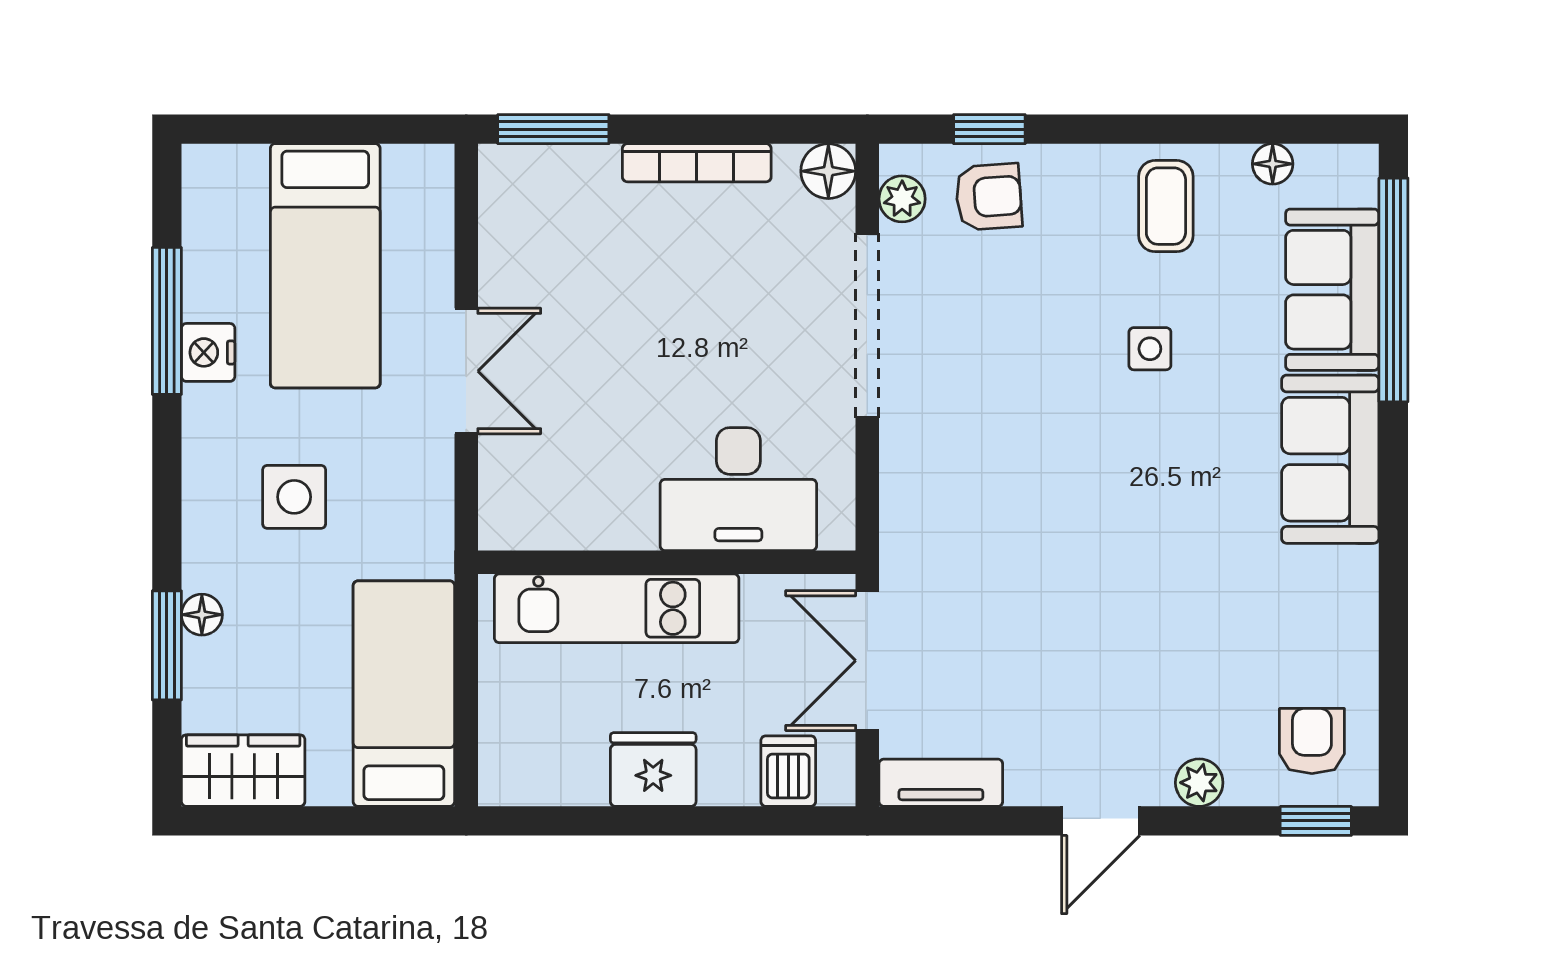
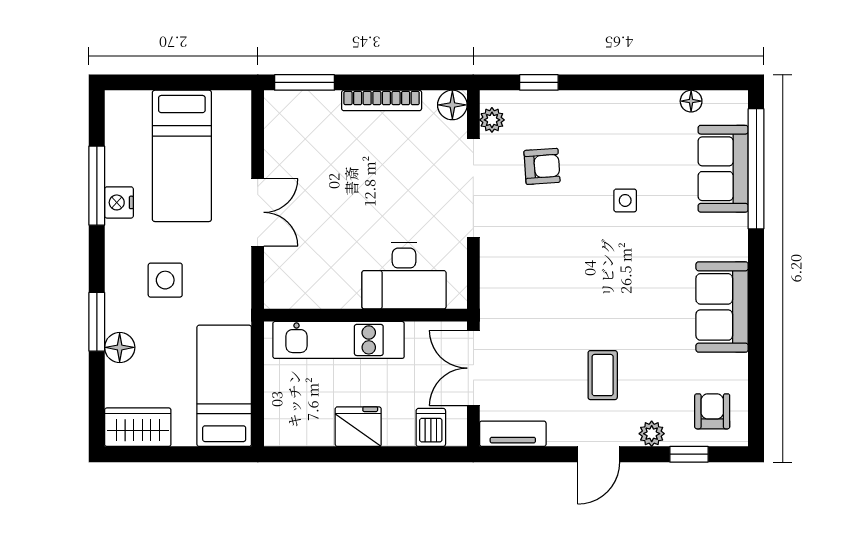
armchair: (989, 197) -> (542, 166), moved
coffee table: (1166, 206) -> (603, 375), moved
sofa: (1330, 459) -> (722, 307), moved
floor lamp: (202, 615) -> (120, 347), width x1.37, depth x1.37
window: (167, 645) -> (97, 322), moved
window: (1316, 821) -> (689, 454), moved

